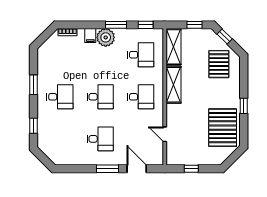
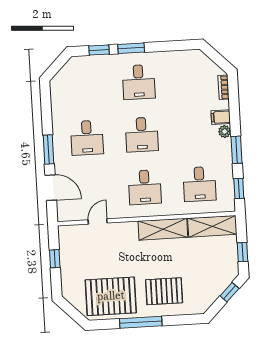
plant: (106, 37) -> (225, 131), width x0.53, depth x0.53
pallet: (219, 64) -> (164, 291), moved
window: (34, 85) -> (131, 48), moved
window: (244, 106) -> (141, 322), width x2.17
door: (137, 169) -> (51, 188), hinge flipped

